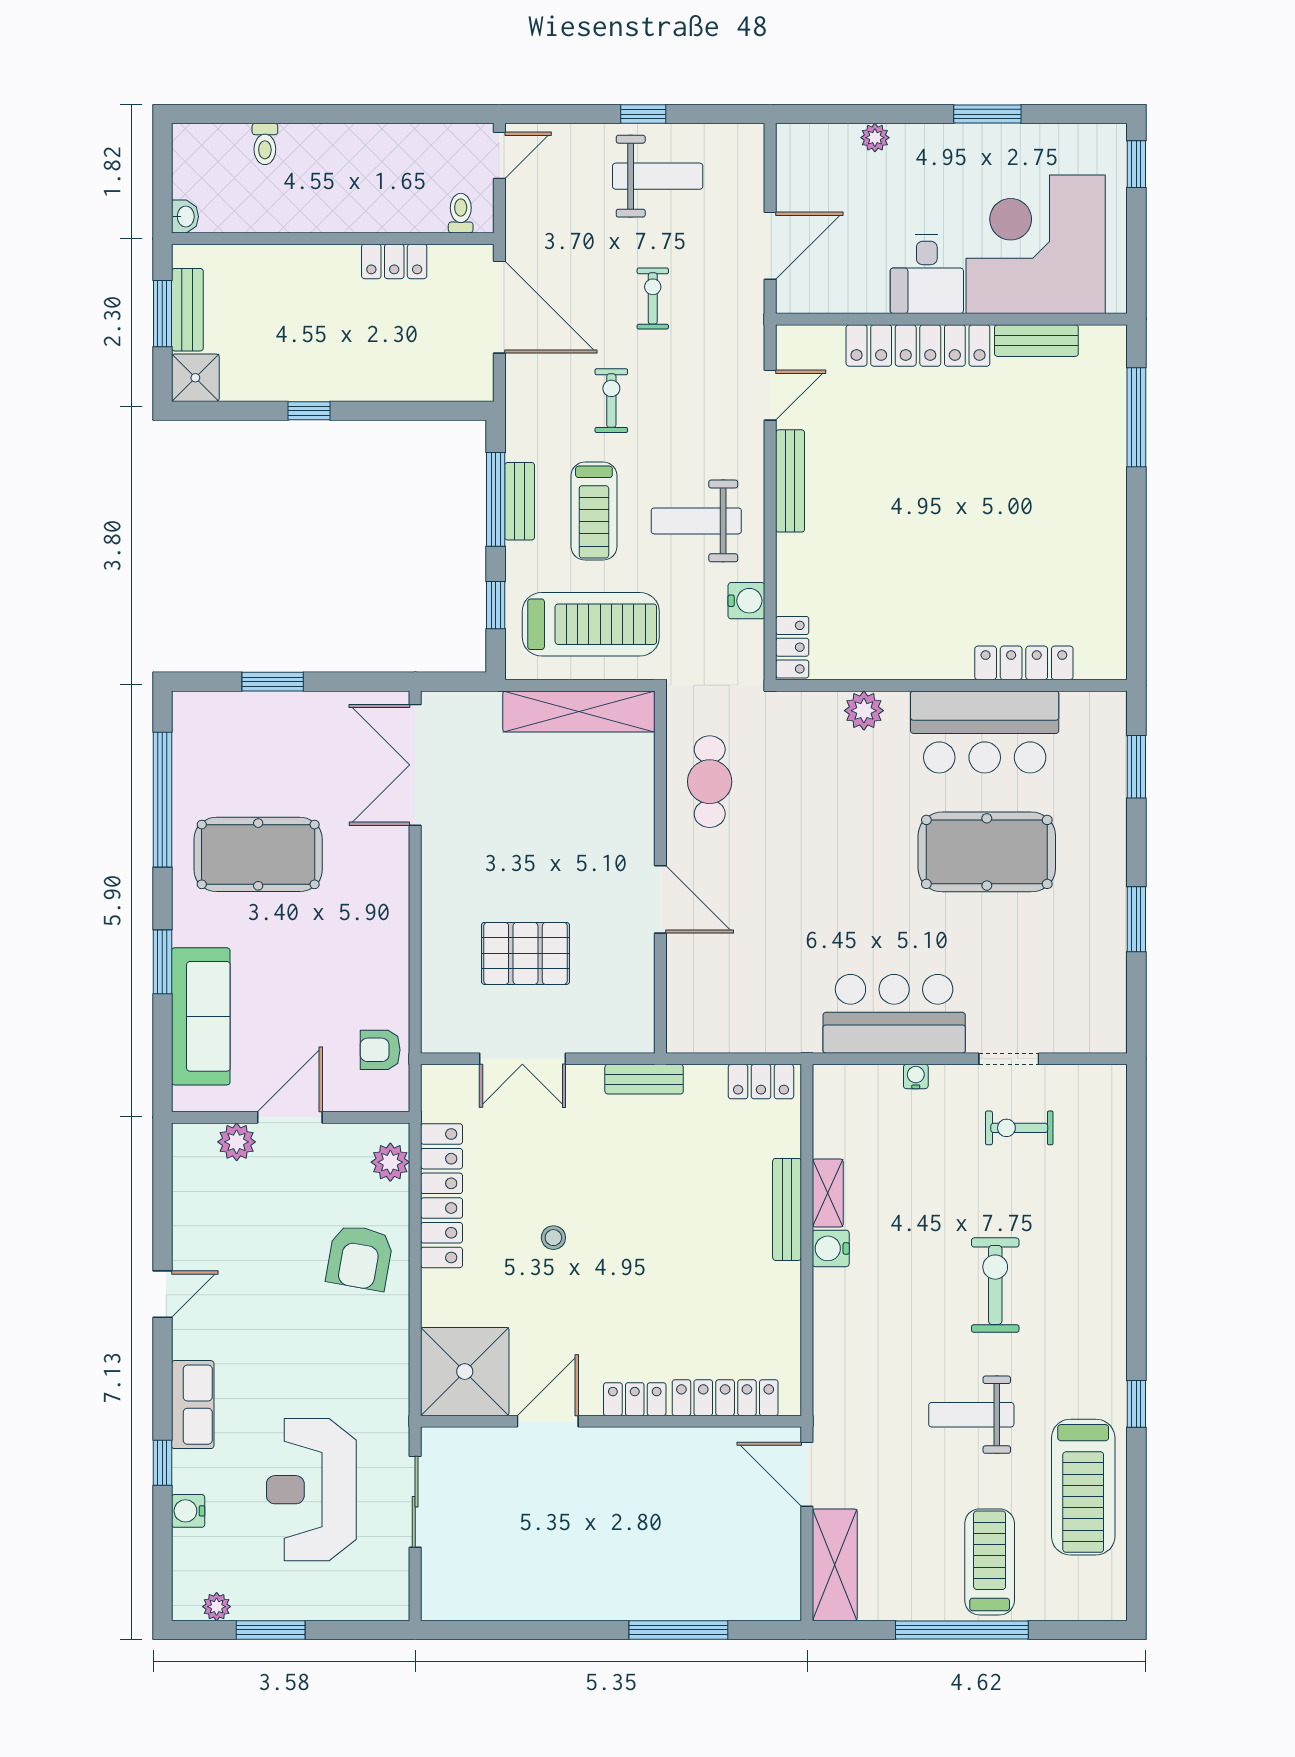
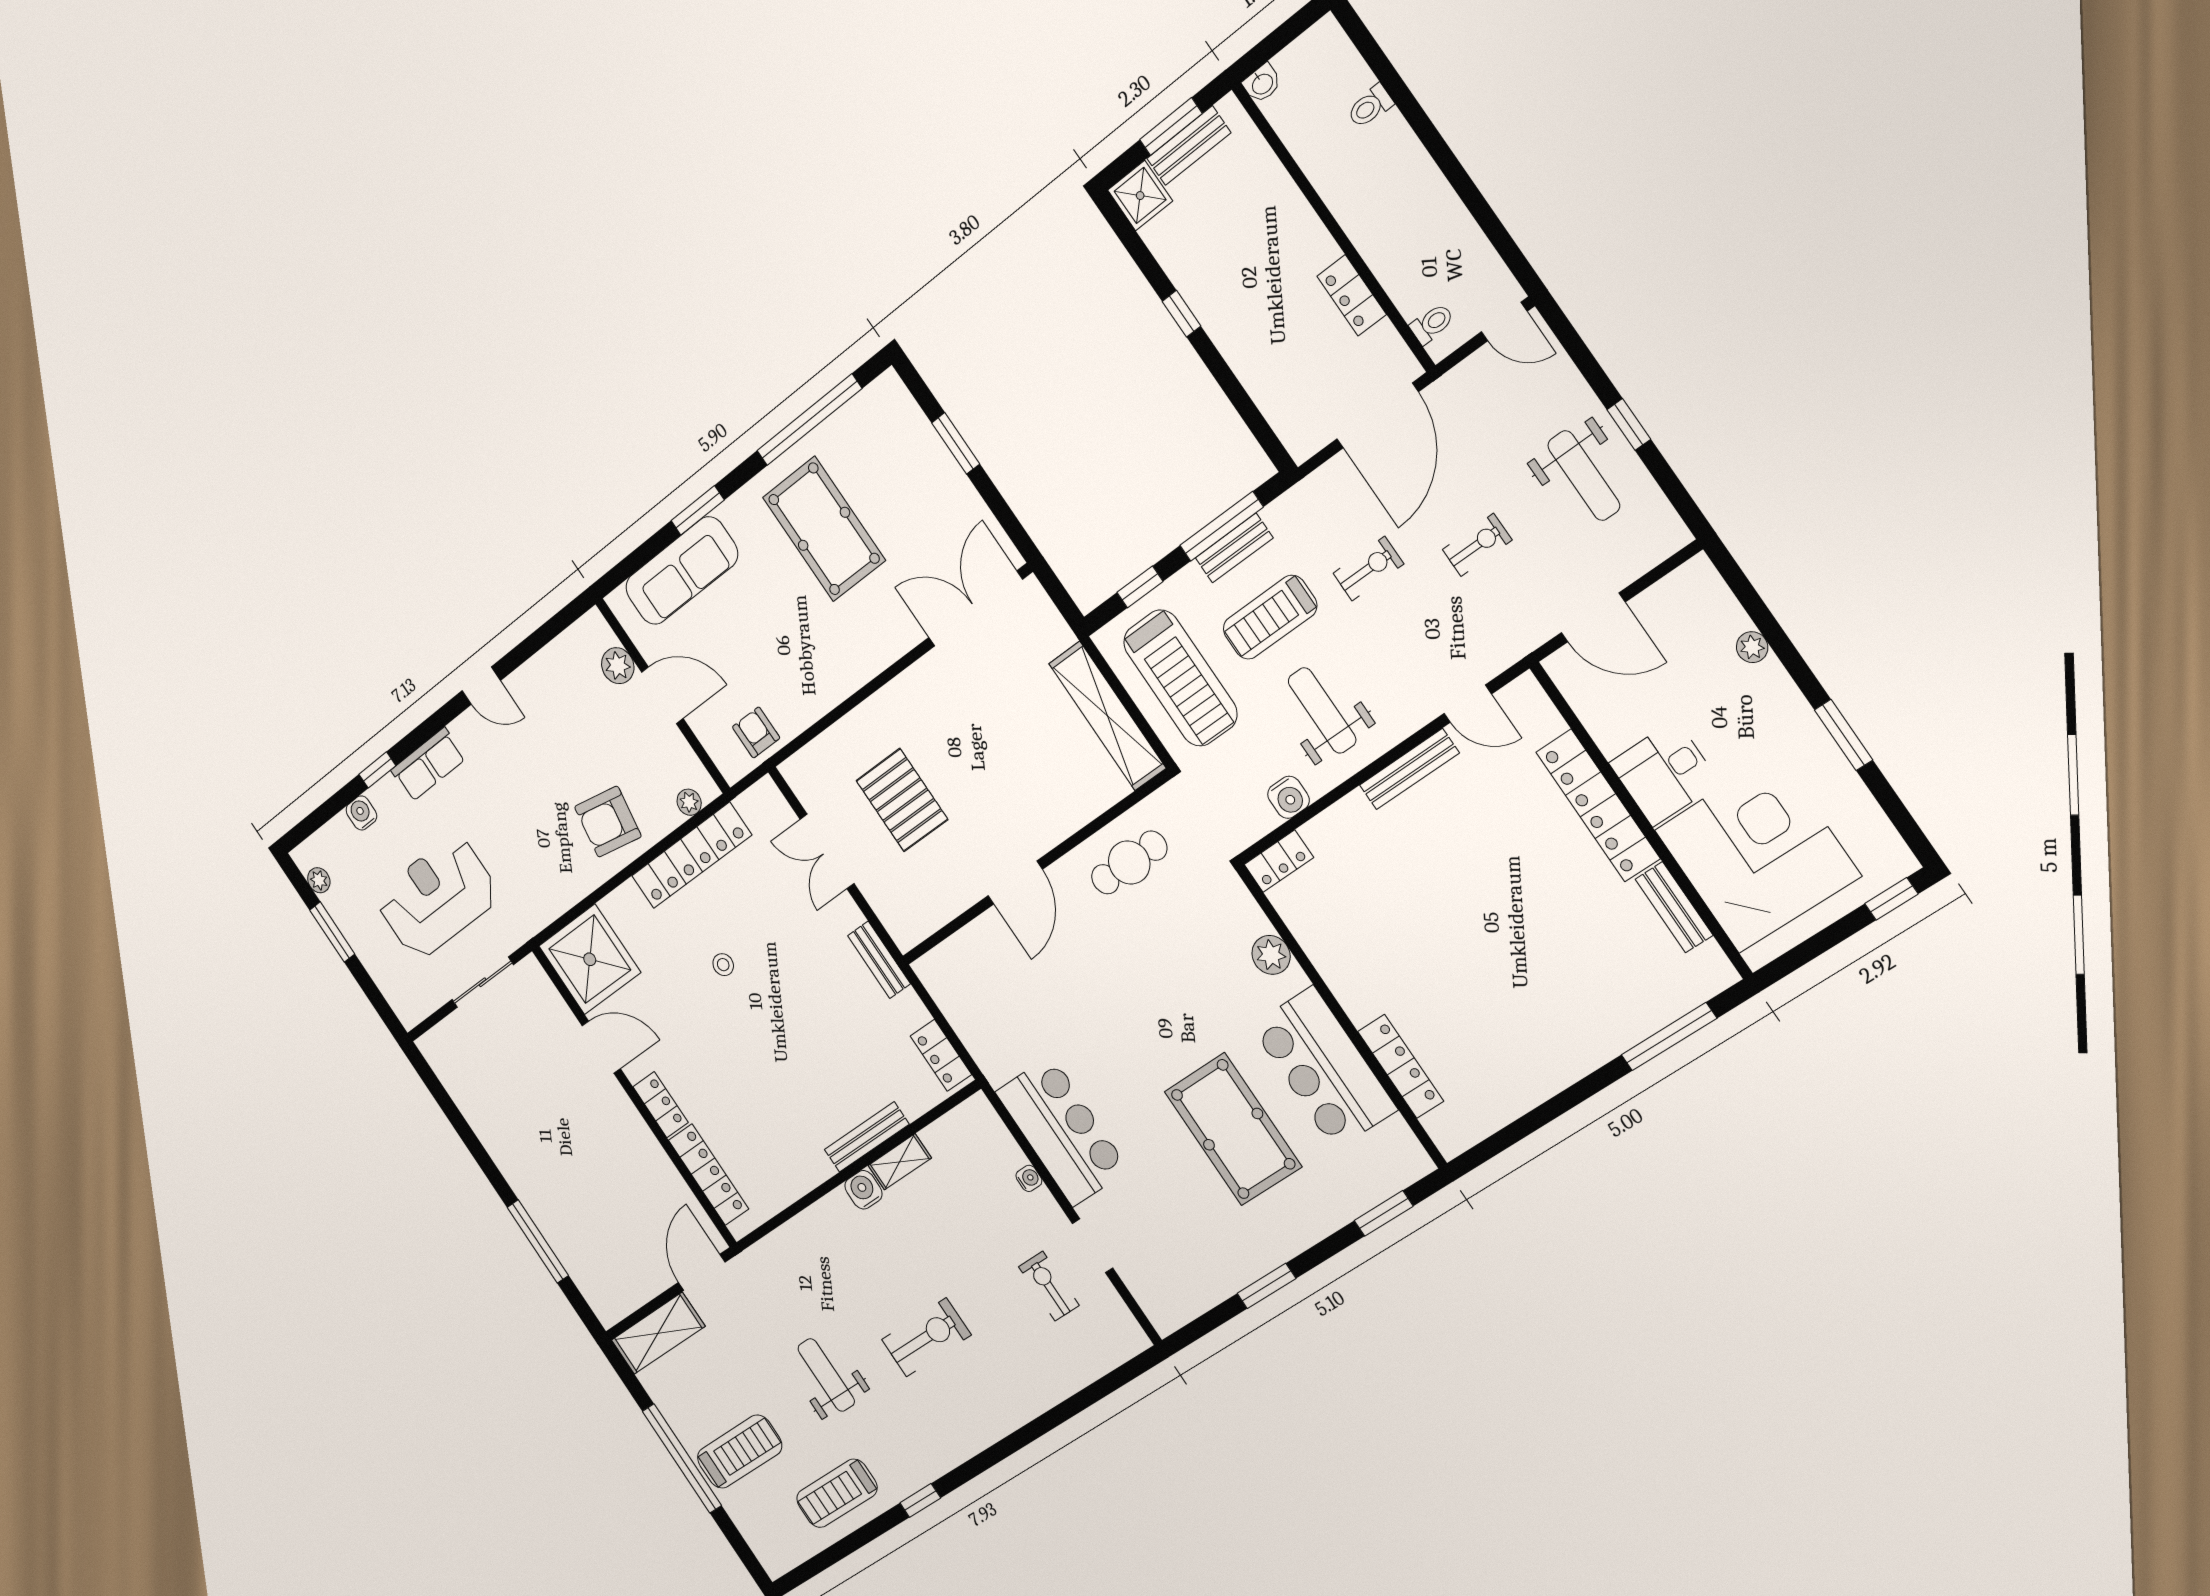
plant: (390, 1162) -> (689, 802), width x0.73, depth x0.73
treadmill: (1083, 1487) -> (837, 1493), width x0.73, depth x0.73

